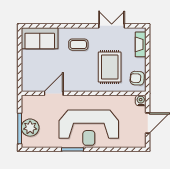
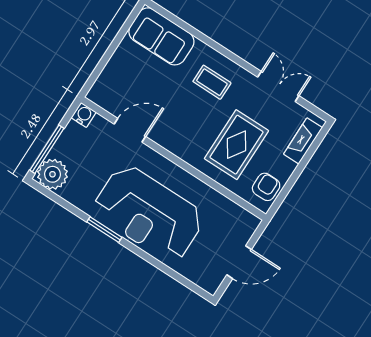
armchair: (137, 78) -> (266, 187), turned 86
water cooler: (141, 100) -> (84, 115), moved
plant: (30, 128) -> (52, 174), moved

